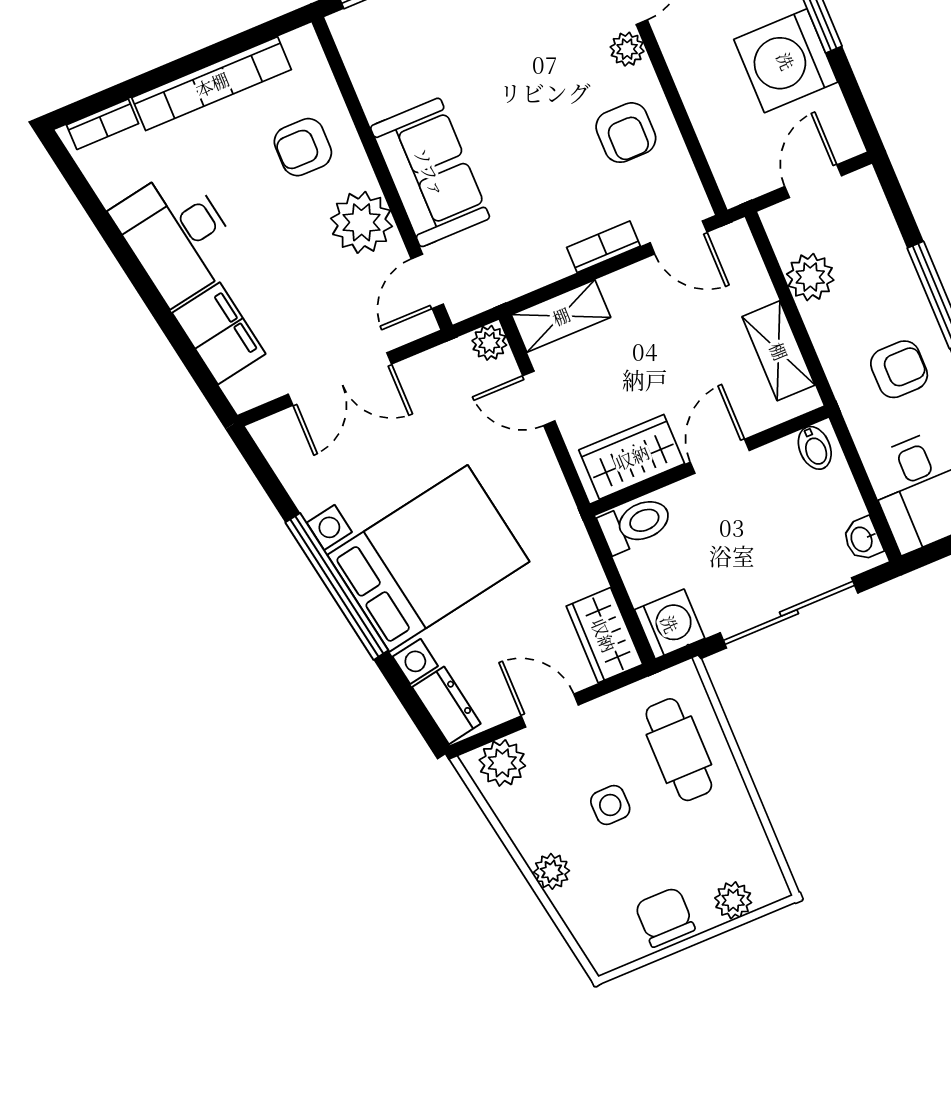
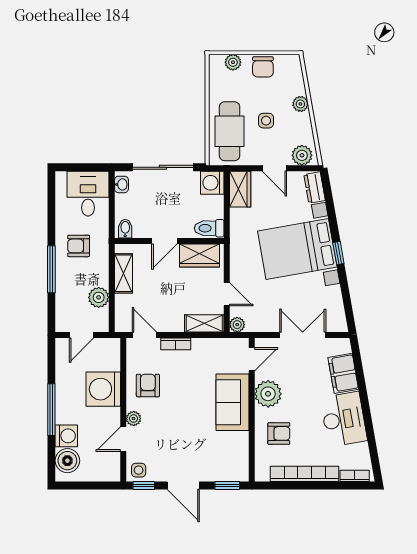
washing machine: (786, 61) -> (103, 389), moved, turned 180
window: (337, 586) -> (338, 253), width x0.32
cafe table: (679, 750) -> (230, 131), width x1.37, depth x1.35

